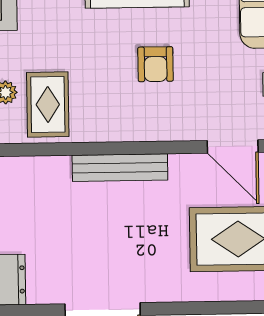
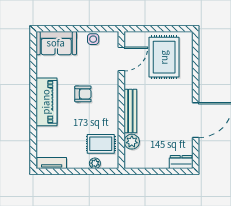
plant: (54, 172) -> (132, 142), added

